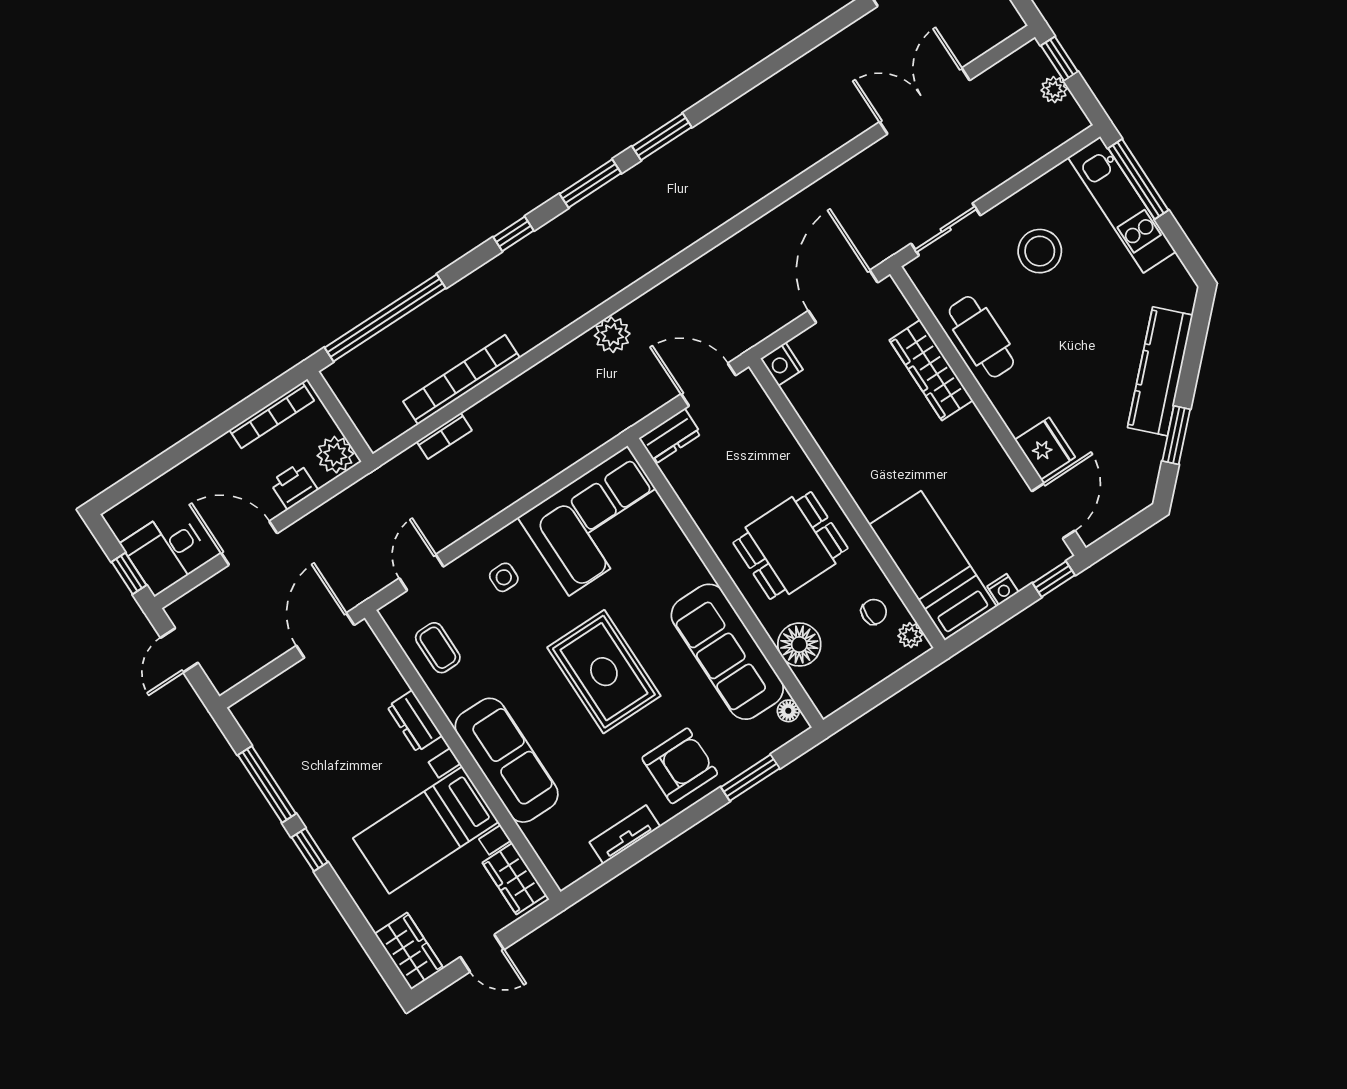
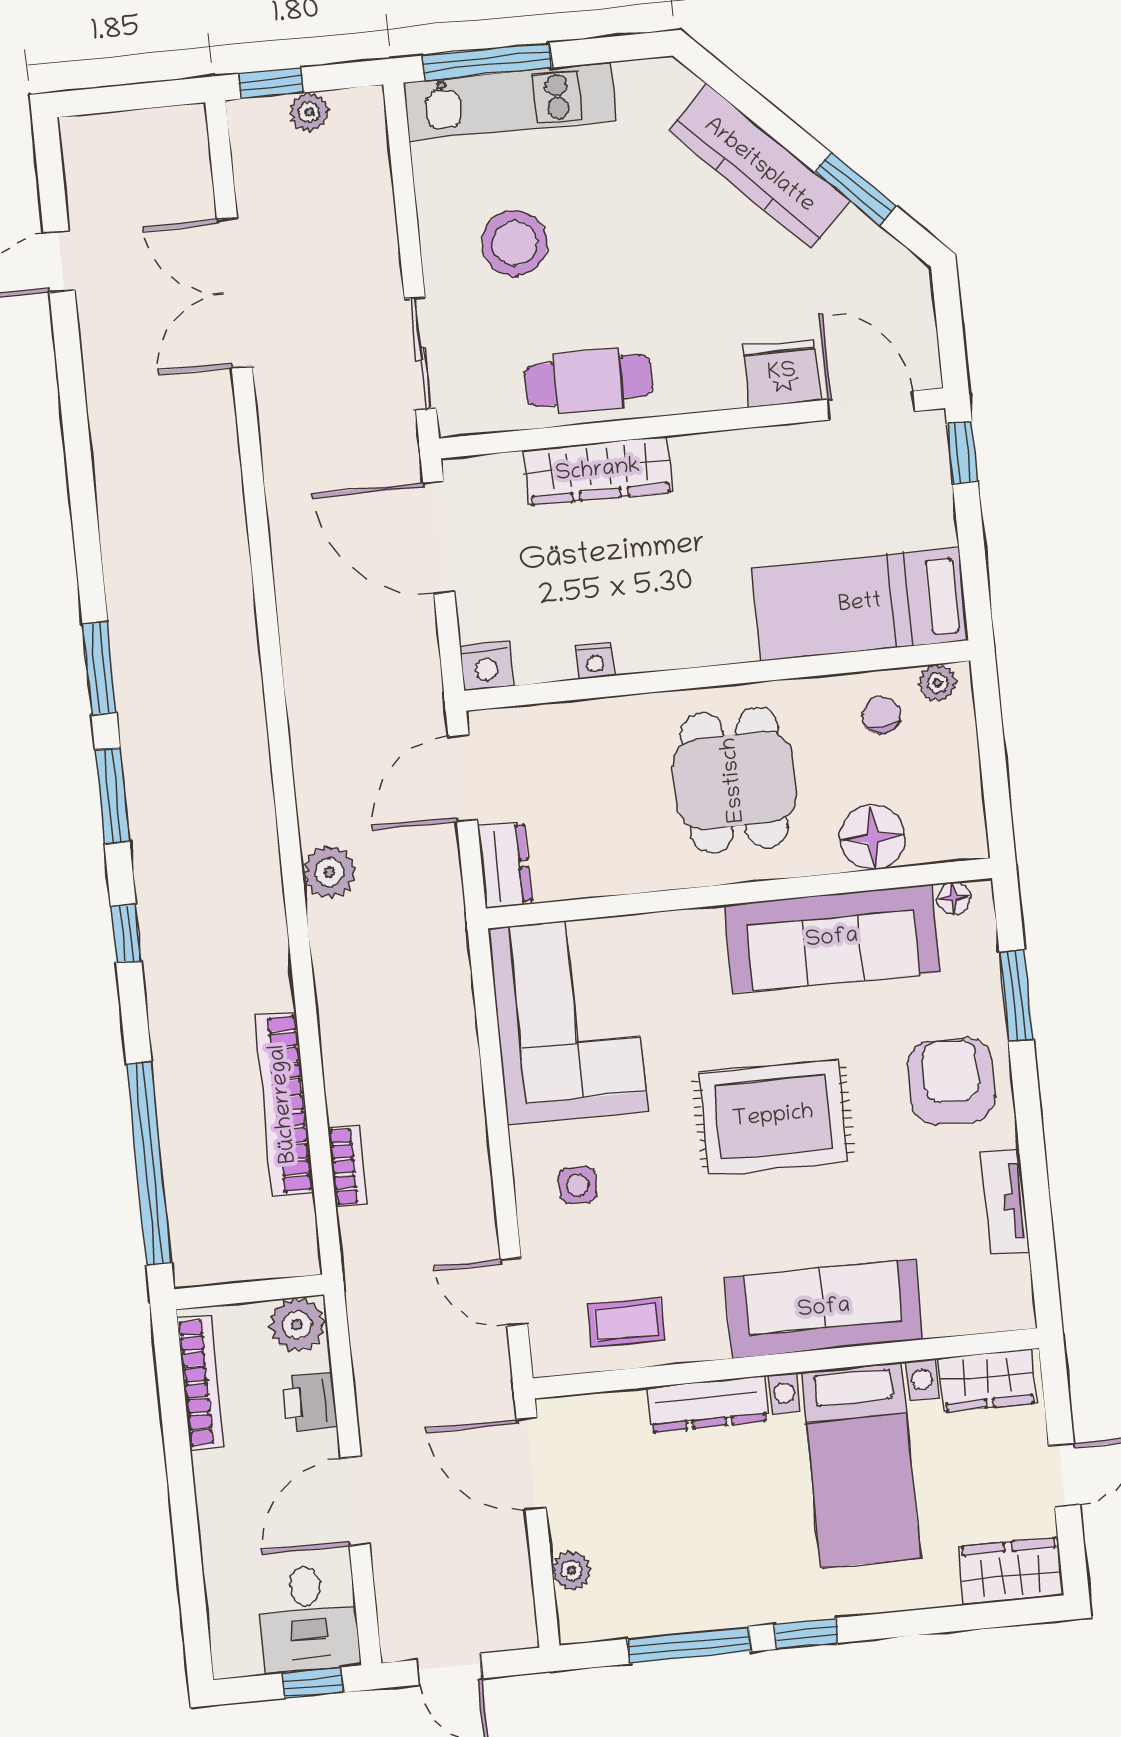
nightstand: (1003, 589) -> (595, 661), moved, turned 90
plant: (275, 692) -> (572, 1570), added
dresser: (415, 721) -> (708, 1404), width x1.44

